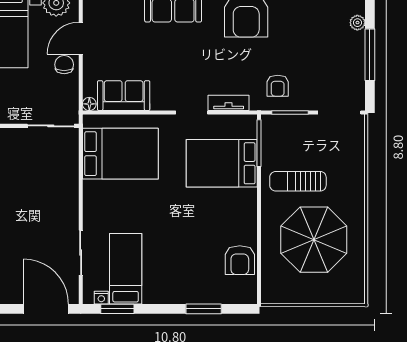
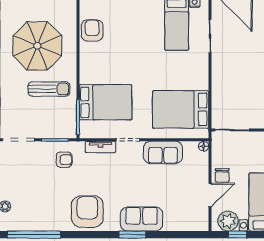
armchair: (278, 86) -> (64, 160), turned 90
sofa: (124, 96) -> (163, 152), moved

